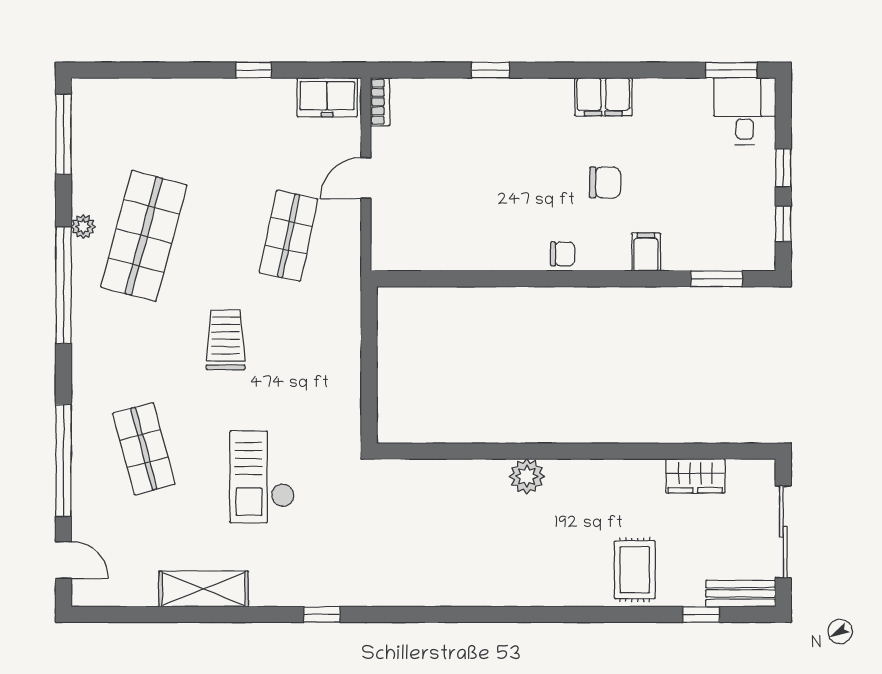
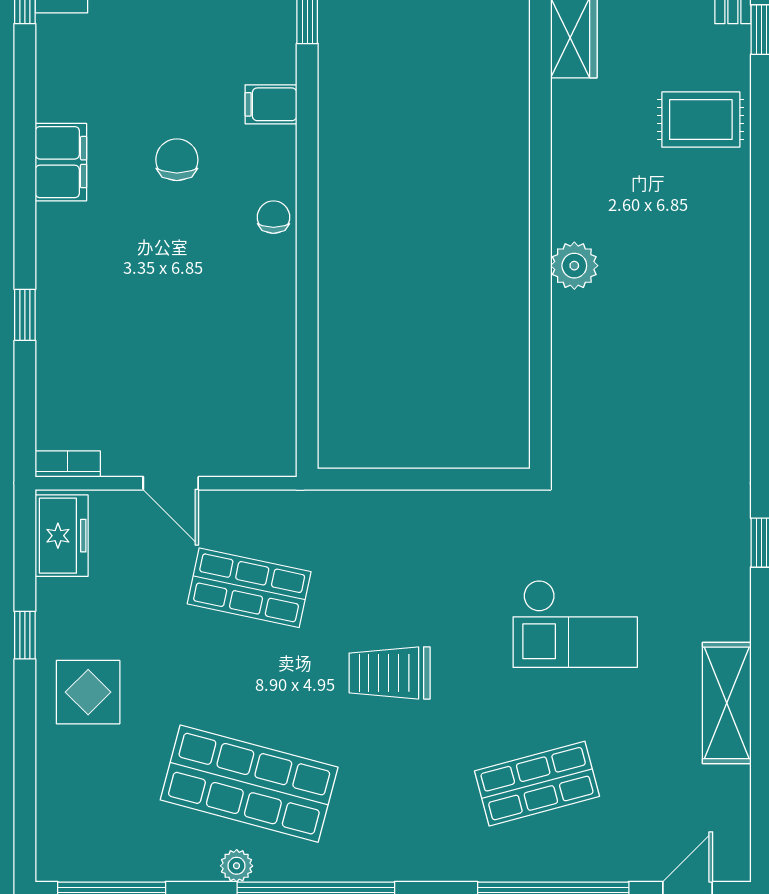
display table: (211, 117) -> (88, 692), added

